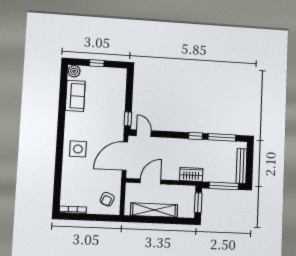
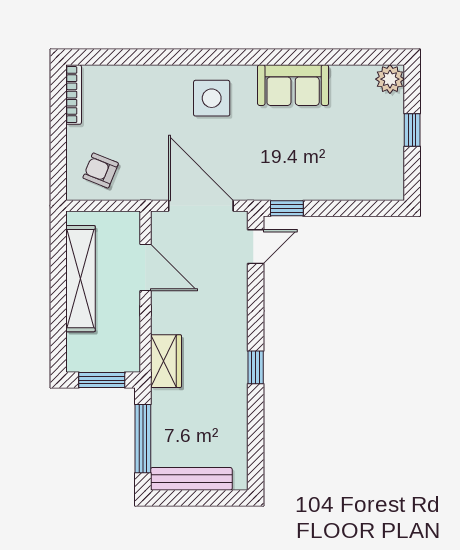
sofa: (75, 96) -> (293, 85), moved
window: (222, 137) -> (256, 430), removed

